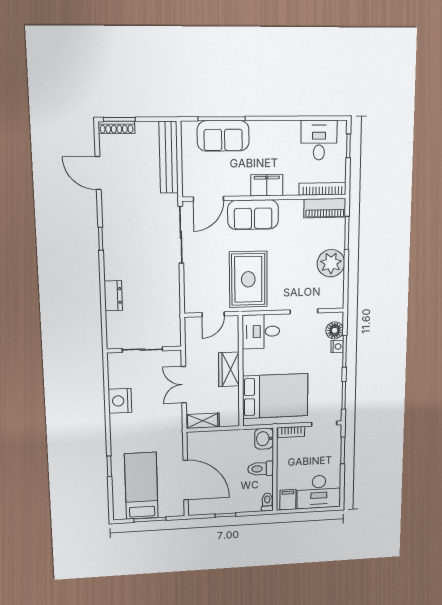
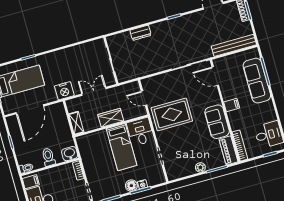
sofa: (223, 136) -> (257, 81), width x1.36
filing cabinet: (267, 185) -> (232, 105), width x0.50
sofa: (253, 215) -> (217, 122), moved
plant: (331, 263) -> (200, 167), width x0.53, depth x0.53
floor lamp: (335, 330) -> (131, 186), moved
bed: (275, 396) -> (122, 147), moved, width x0.67
nightstand: (120, 401) -> (64, 91), moved, turned 180
shelving: (203, 421) -> (76, 123), moved

